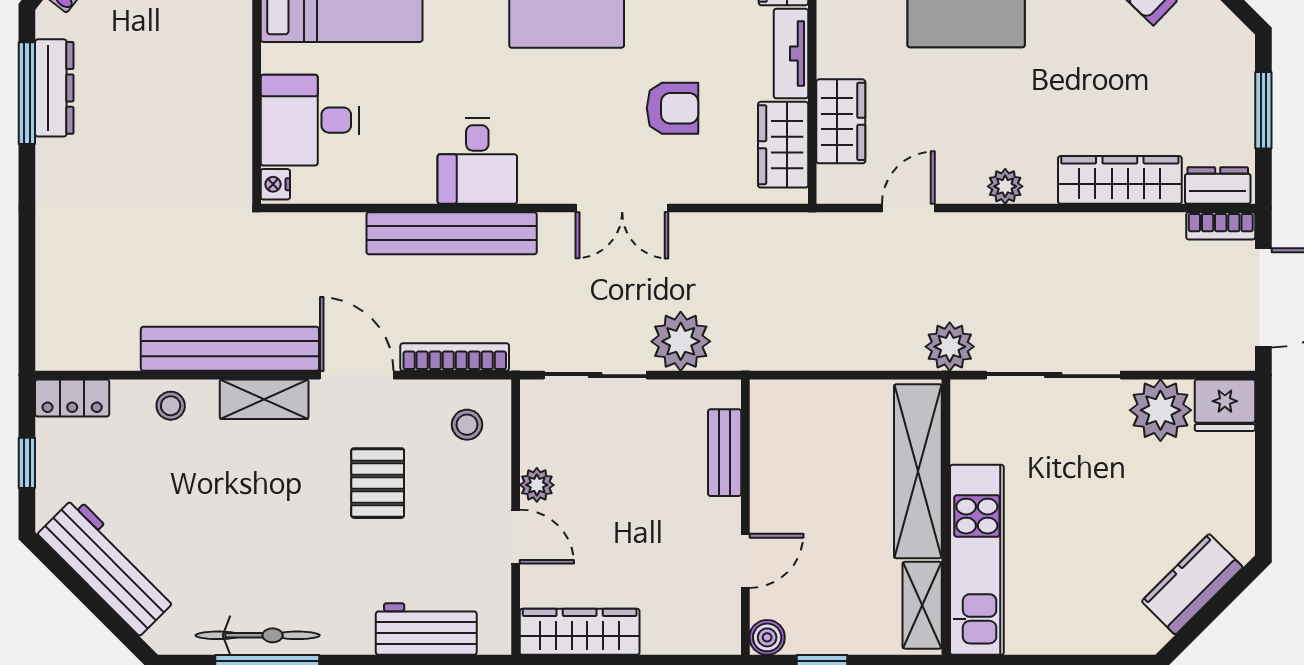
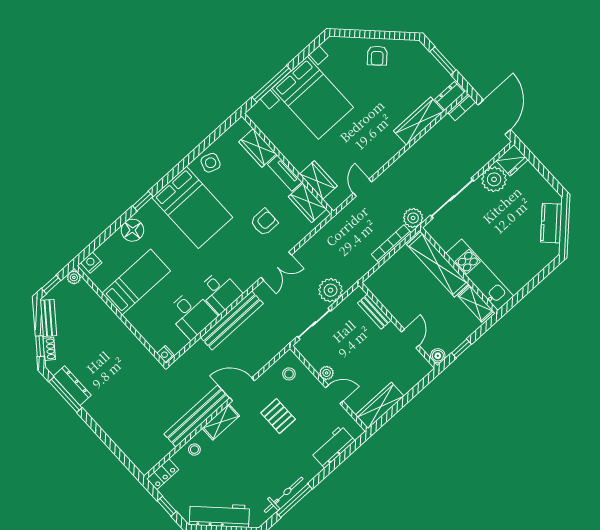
desk: (310, 120) -> (191, 314), moved, turned -90
plant: (1005, 186) -> (386, 154), removed
bookcase: (455, 357) -> (391, 244), moved

